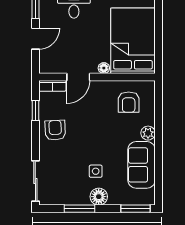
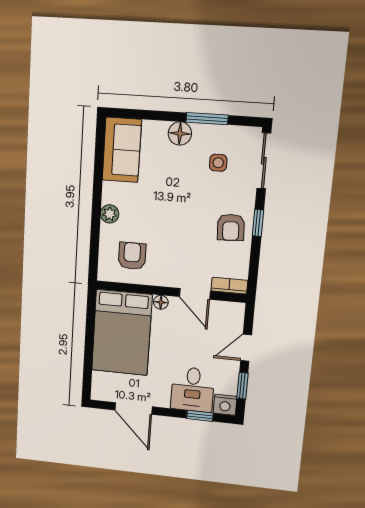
door: (78, 77) -> (195, 294), swing flipped
window: (35, 110) -> (258, 223), moved
sofa: (142, 165) -> (122, 150), moved
side table: (96, 171) -> (218, 163), moved
window: (136, 209) -> (132, 114), removed

